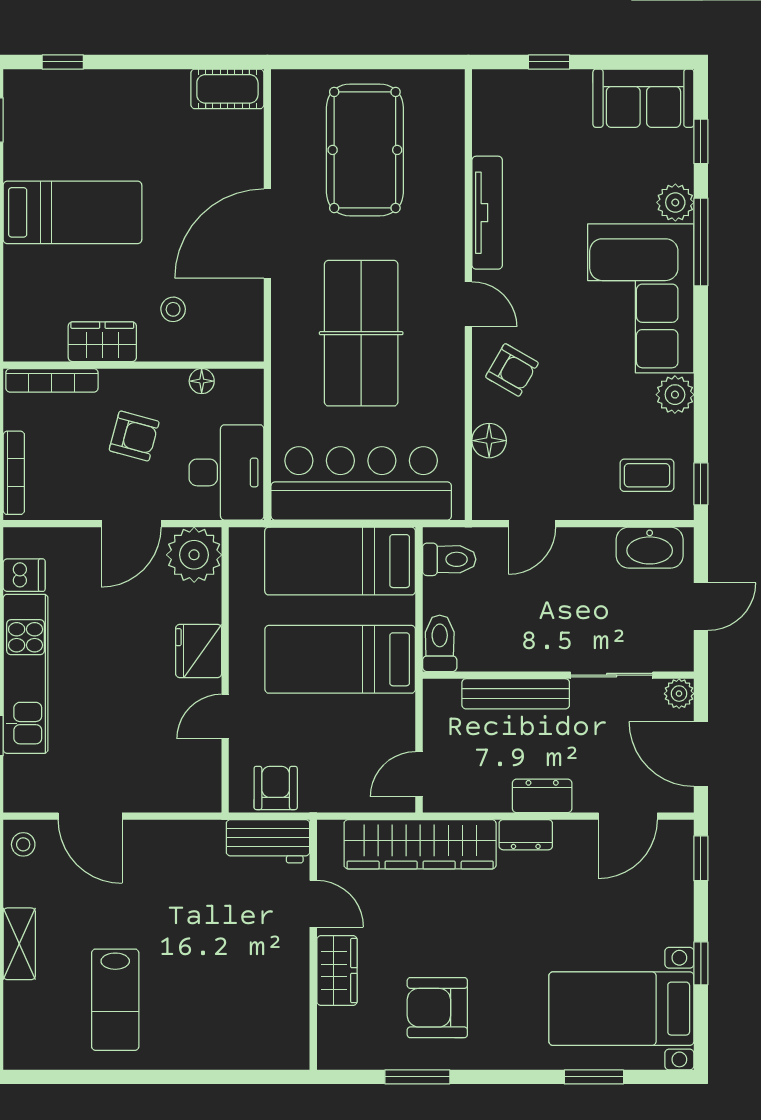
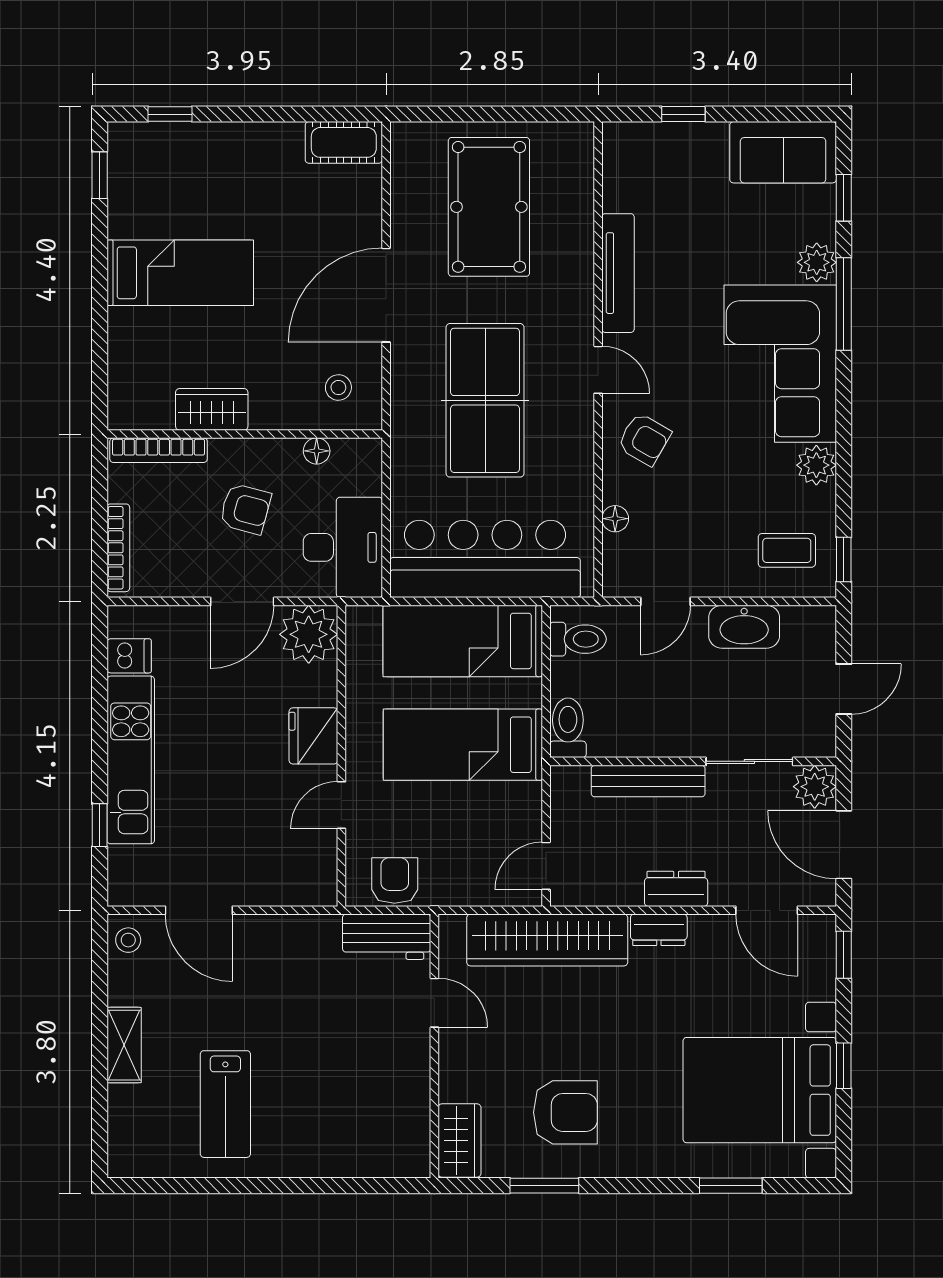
stool: (173, 309) -> (338, 388), moved
floor lamp: (489, 441) -> (615, 519), width x0.73, depth x0.73
washbasin: (650, 548) -> (744, 627), moved
plant: (679, 694) -> (815, 787), width x1.38, depth x1.38
door: (628, 816) -> (767, 910), hinge flipped
wardrobe: (337, 971) -> (459, 1141), moved
armchair: (437, 1008) -> (565, 1112), turned 180
bed with nightstands: (621, 1009) -> (760, 1090), width x1.36

